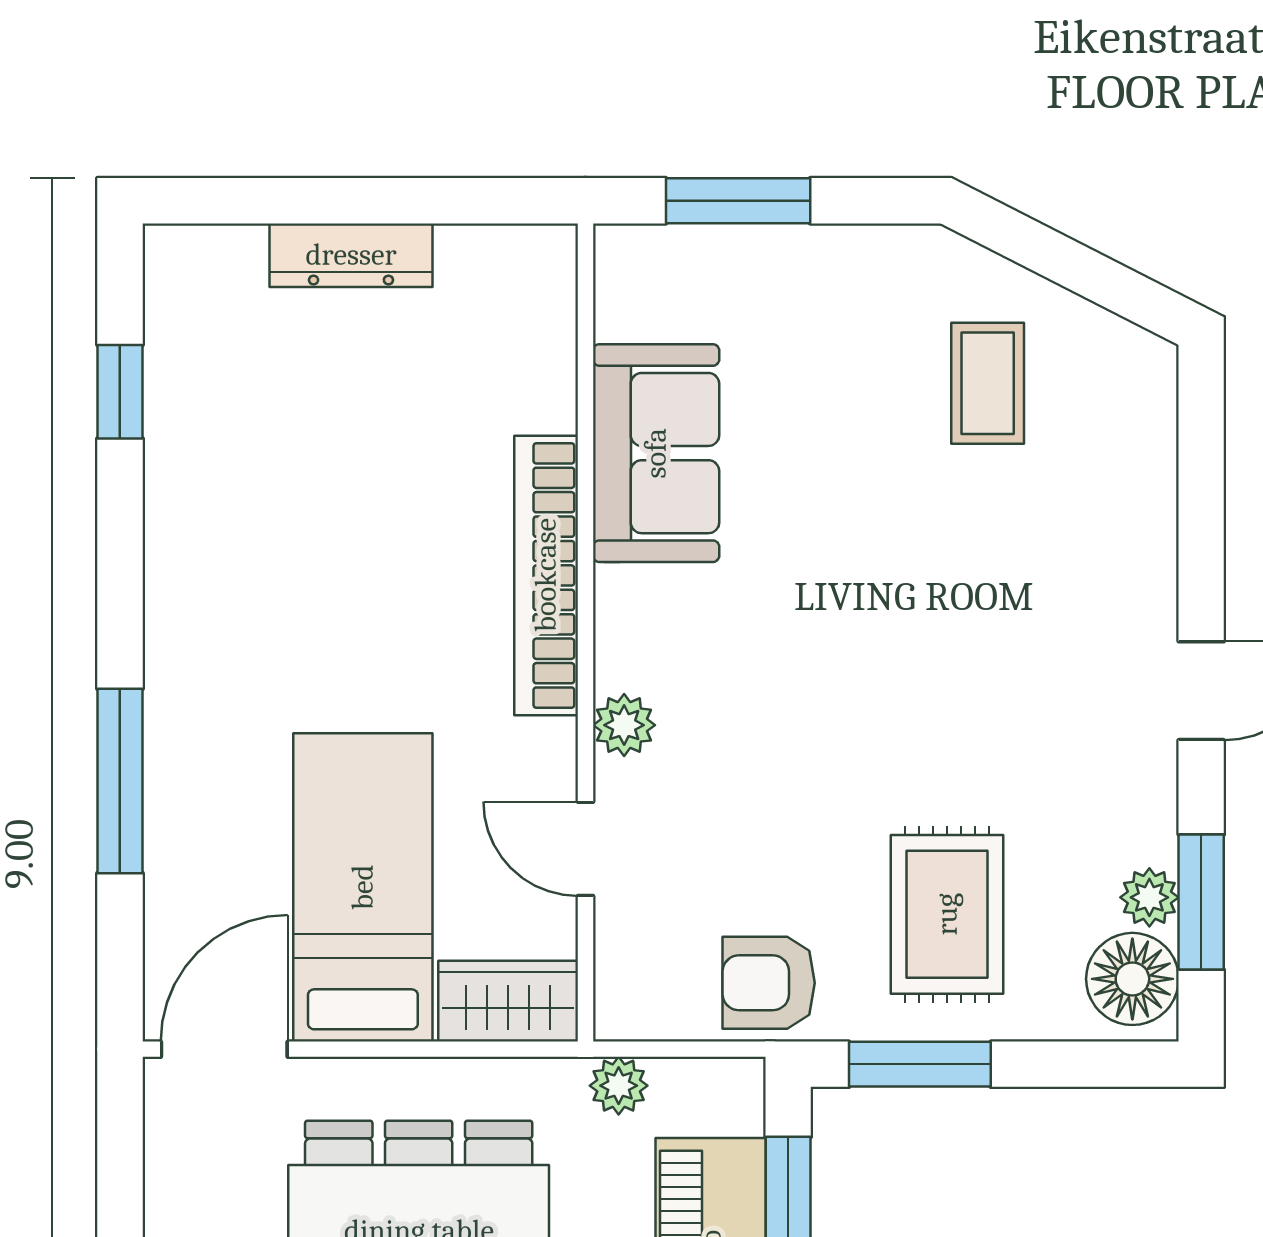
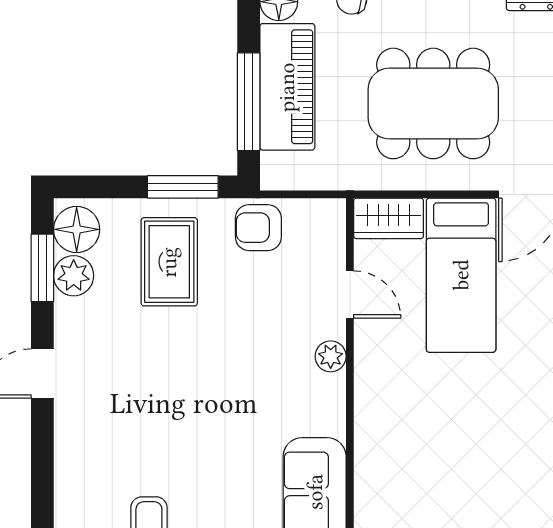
bookcase: (546, 575) -> (369, 431), removed
plant: (1149, 897) -> (74, 276), width x1.38, depth x1.38
armchair: (769, 983) -> (258, 228), turned 180
plant: (619, 1086) -> (333, 176), removed

